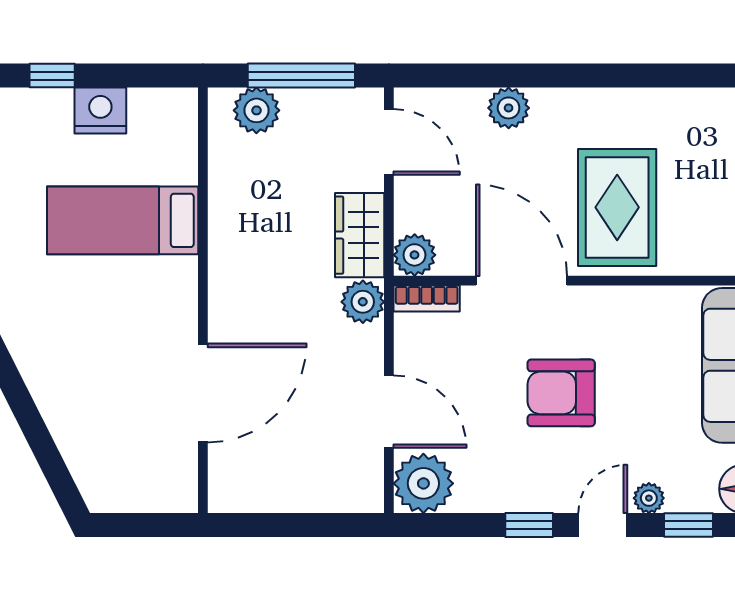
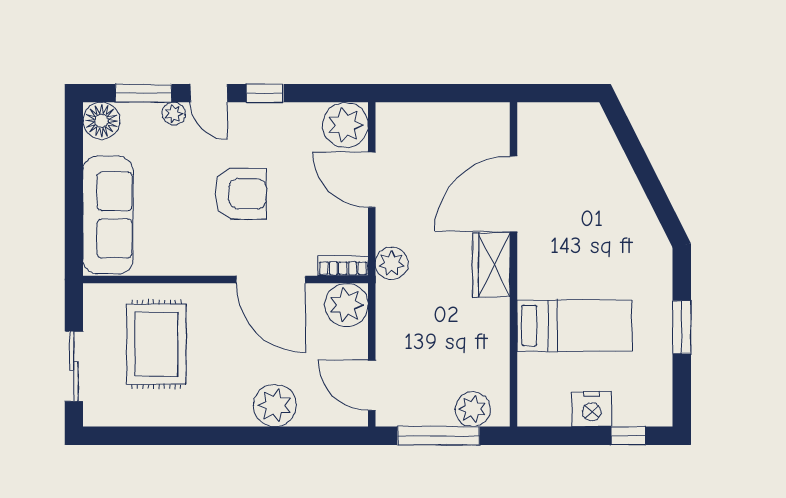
plant: (509, 108) -> (275, 405), width x1.36, depth x1.36
rug: (617, 207) -> (156, 344), moved
wardrobe: (360, 235) -> (491, 265), moved, turned 180
plant: (415, 255) -> (346, 305), width x1.36, depth x1.36
door: (603, 525) -> (209, 93), hinge flipped
window: (689, 525) -> (143, 93), width x1.50

